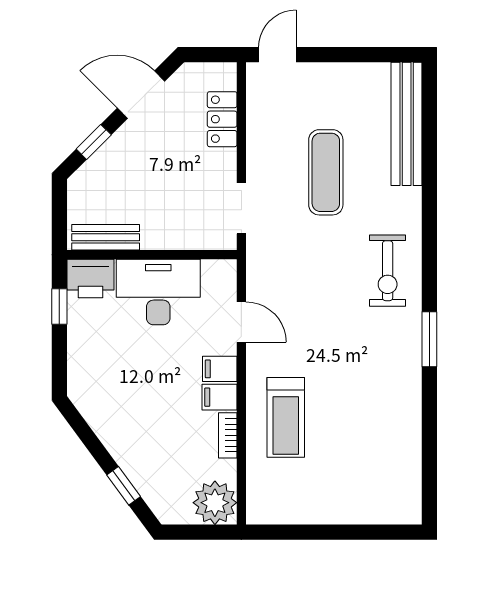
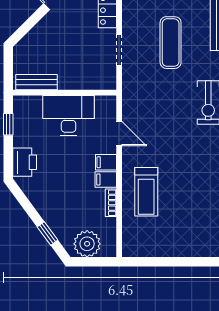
window: (94, 142) -> (29, 24), removed
doorway: (241, 208) -> (119, 50), moved
printer: (91, 278) -> (25, 162), moved, turned -90
plant: (215, 503) -> (87, 244), moved

